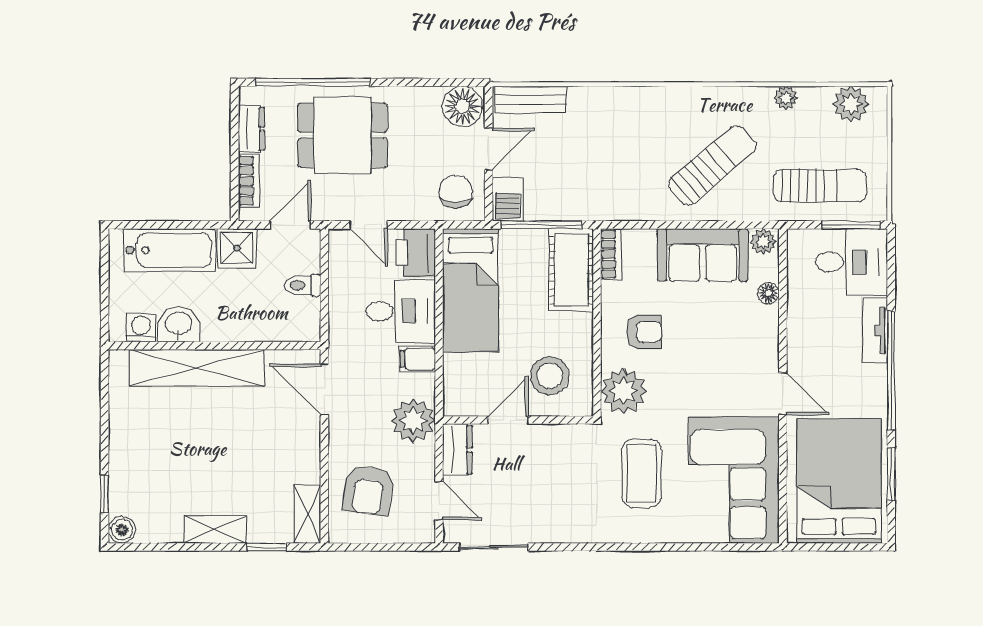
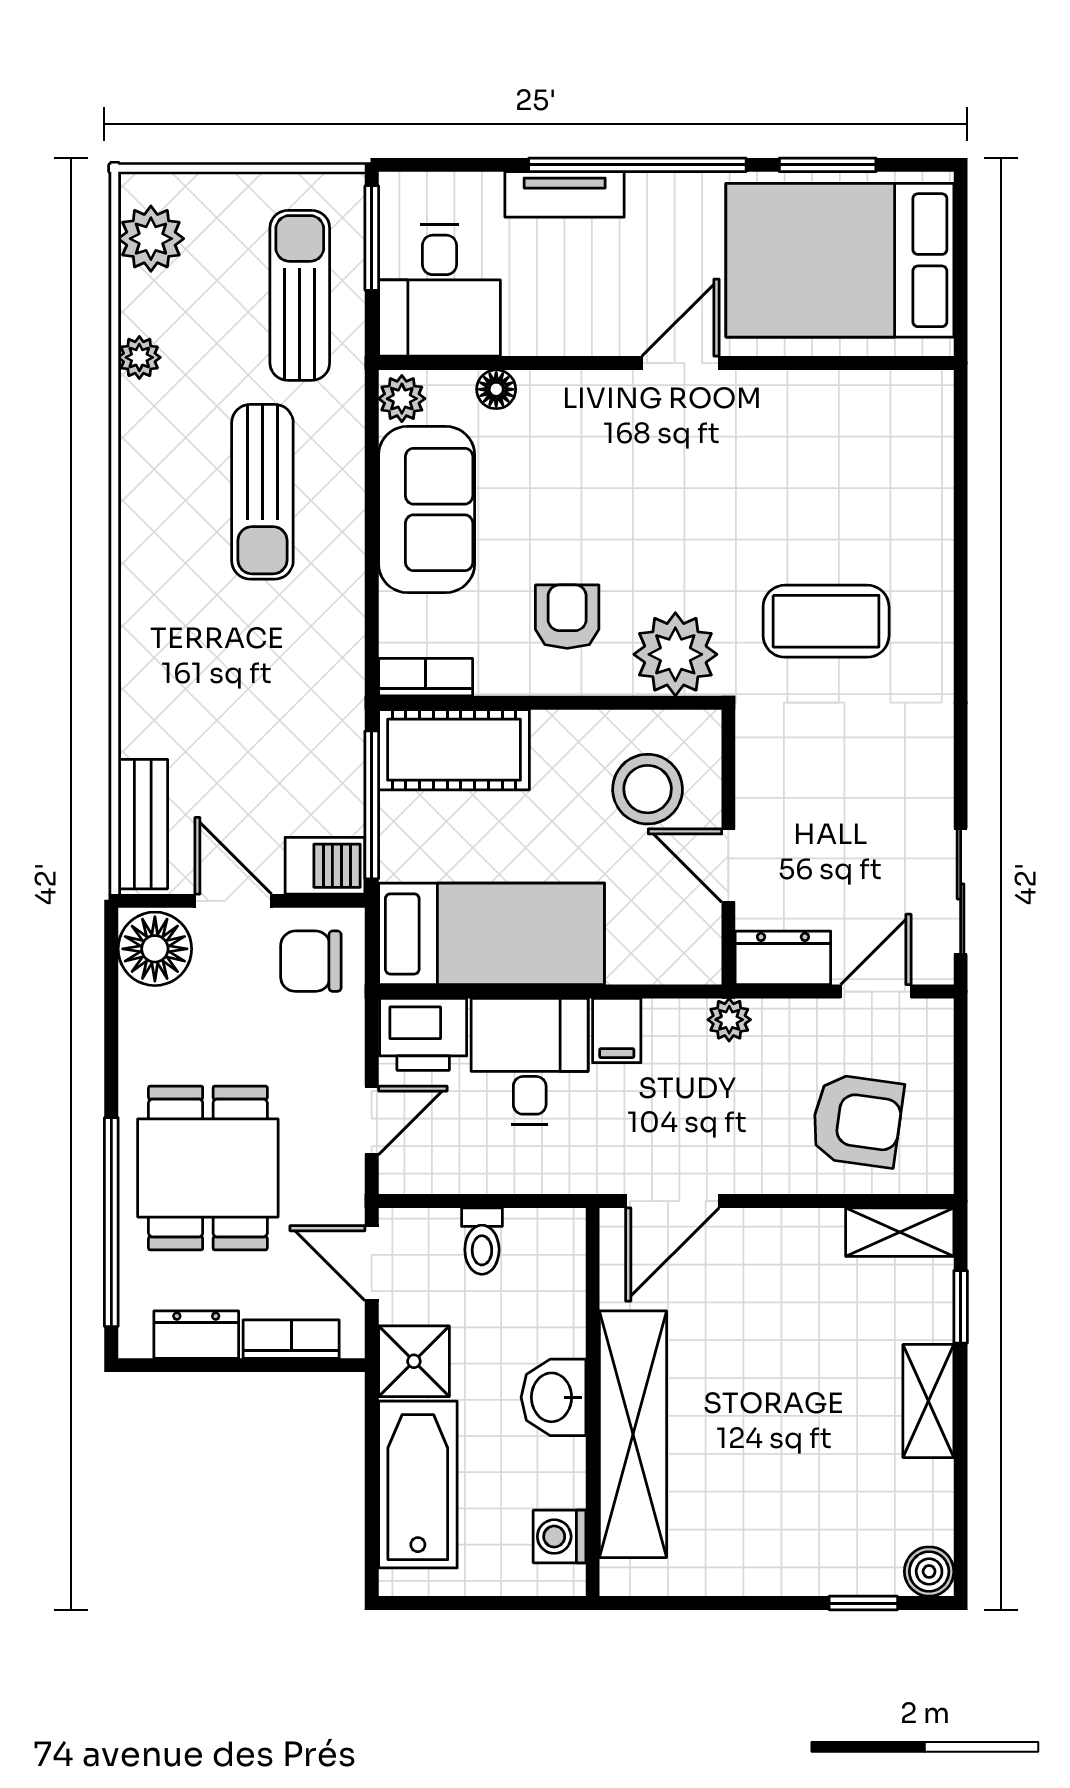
sun lounger: (712, 165) -> (262, 492), turned -140
desk: (852, 262) -> (439, 290), moved, turned 180
washbasin: (179, 324) -> (553, 1397), moved
plant: (413, 420) -> (729, 1020), width x0.53, depth x0.53
corner sofa: (734, 480) -> (838, 453), removed

